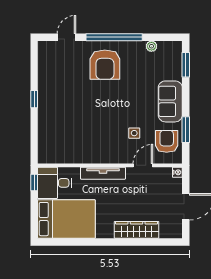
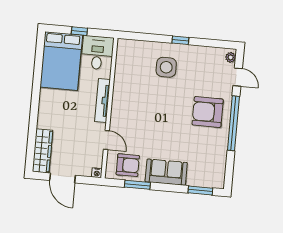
plant: (151, 46) -> (231, 57), moved
side table: (134, 133) -> (166, 67), moved, width x1.87, depth x1.87
window: (34, 183) -> (79, 31), moved
wardrobe: (136, 230) -> (42, 151), moved

